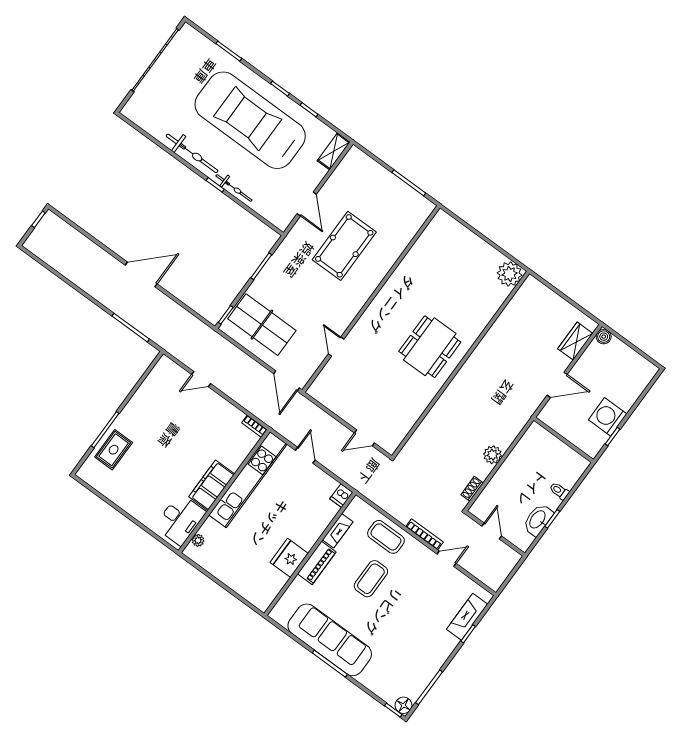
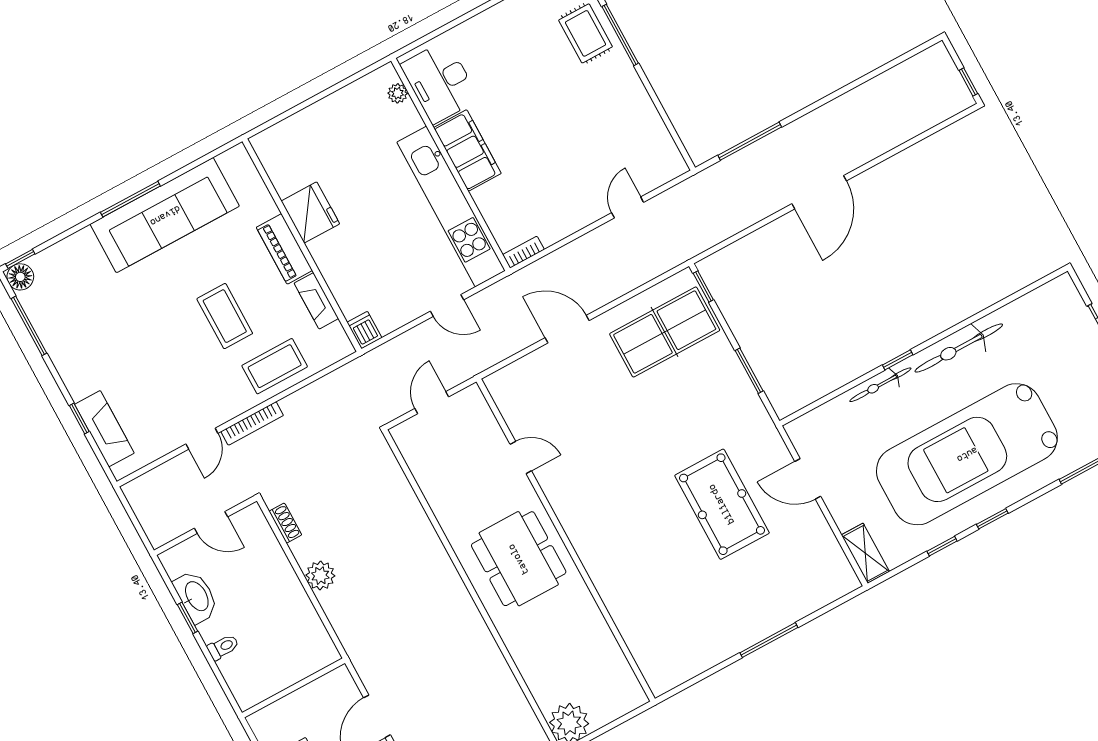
car: (250, 120) -> (967, 454), turned 180
wall: (371, 299) -> (566, 540), moved
door: (336, 347) -> (521, 457), moved

